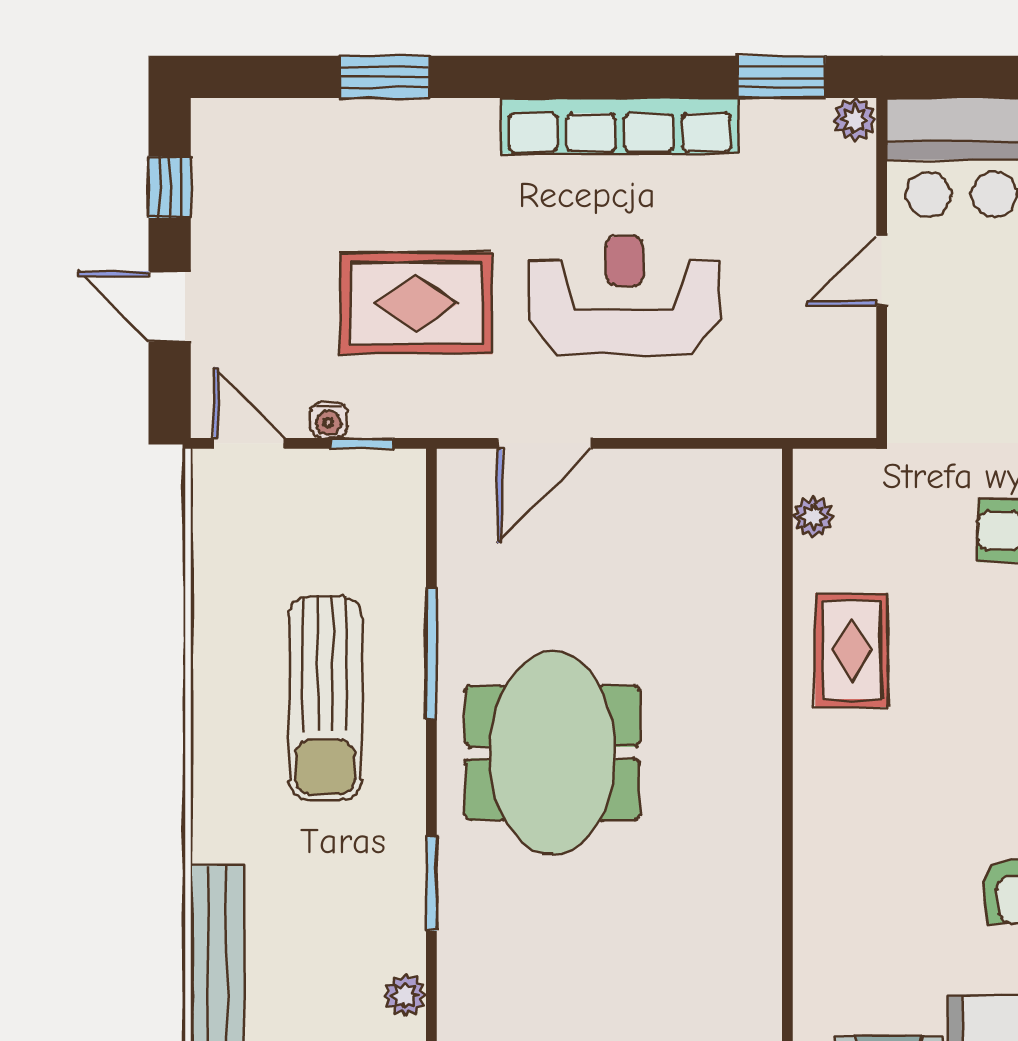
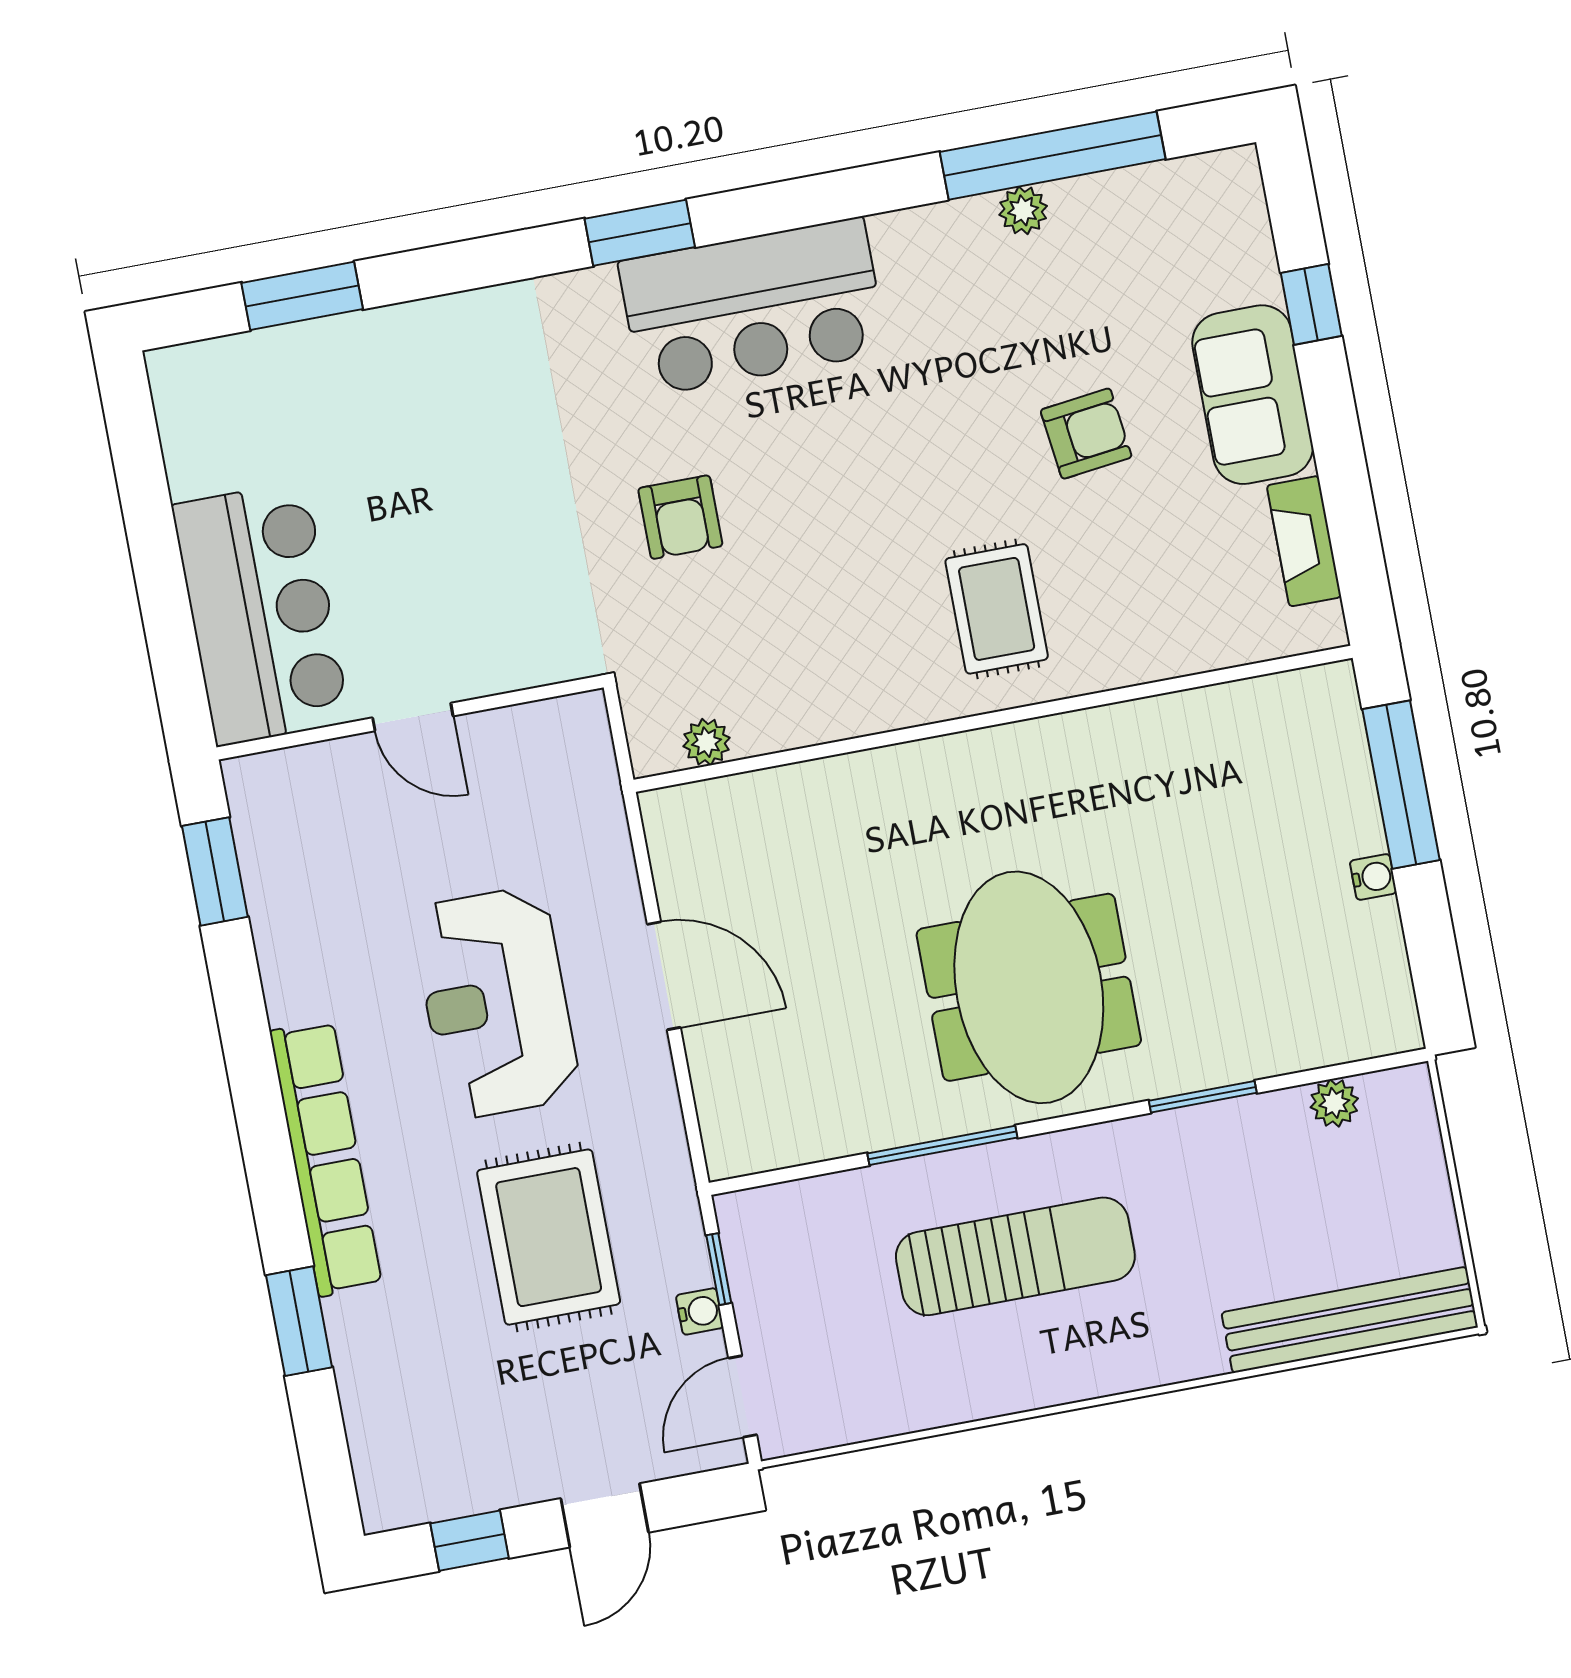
plant: (855, 120) -> (248, 780), removed
row of seats: (620, 126) -> (326, 1158), moved
door: (544, 443) -> (664, 976), moved
rug: (852, 650) -> (997, 609), moved, turned 90
meeting table: (553, 753) -> (1029, 987), turned 90

